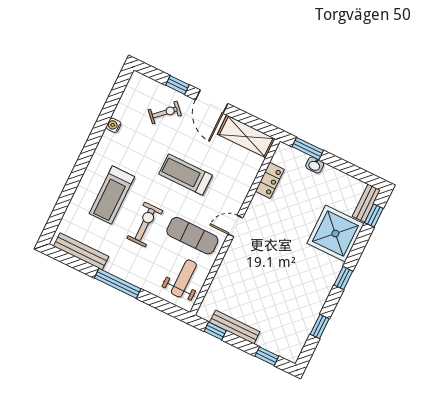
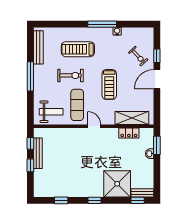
shelving: (246, 136) -> (132, 118), moved, turned 90
window: (93, 142) -> (102, 24), added
treadmill: (185, 175) -> (109, 85), turned 180
window: (267, 356) -> (30, 165), moved

